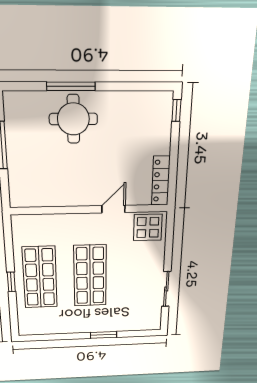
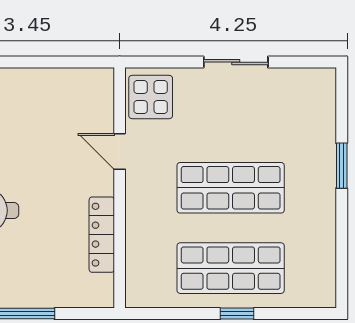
locker: (161, 181) -> (102, 235), moved, turned 90
sliding door: (166, 289) -> (236, 62), moved

